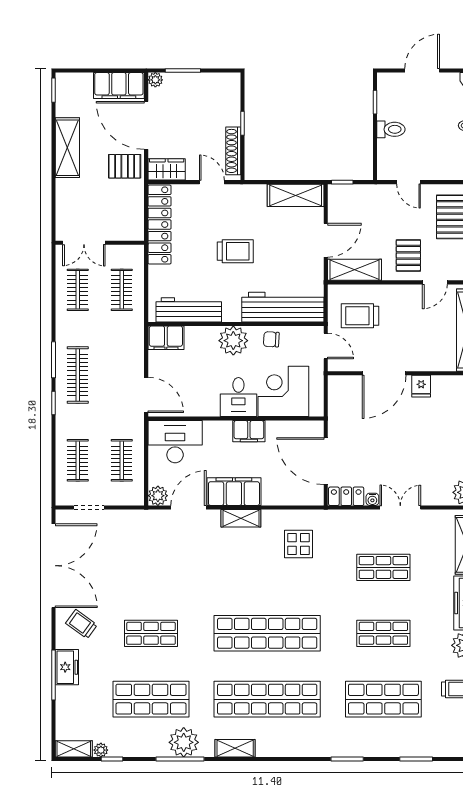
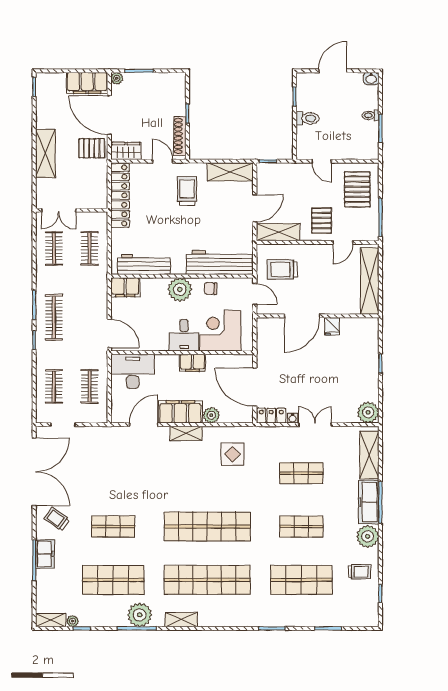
shelving: (67, 148) -> (45, 153), moved
trolley: (235, 251) -> (187, 191), moved, turned -90
plant: (158, 496) -> (211, 415), moved

